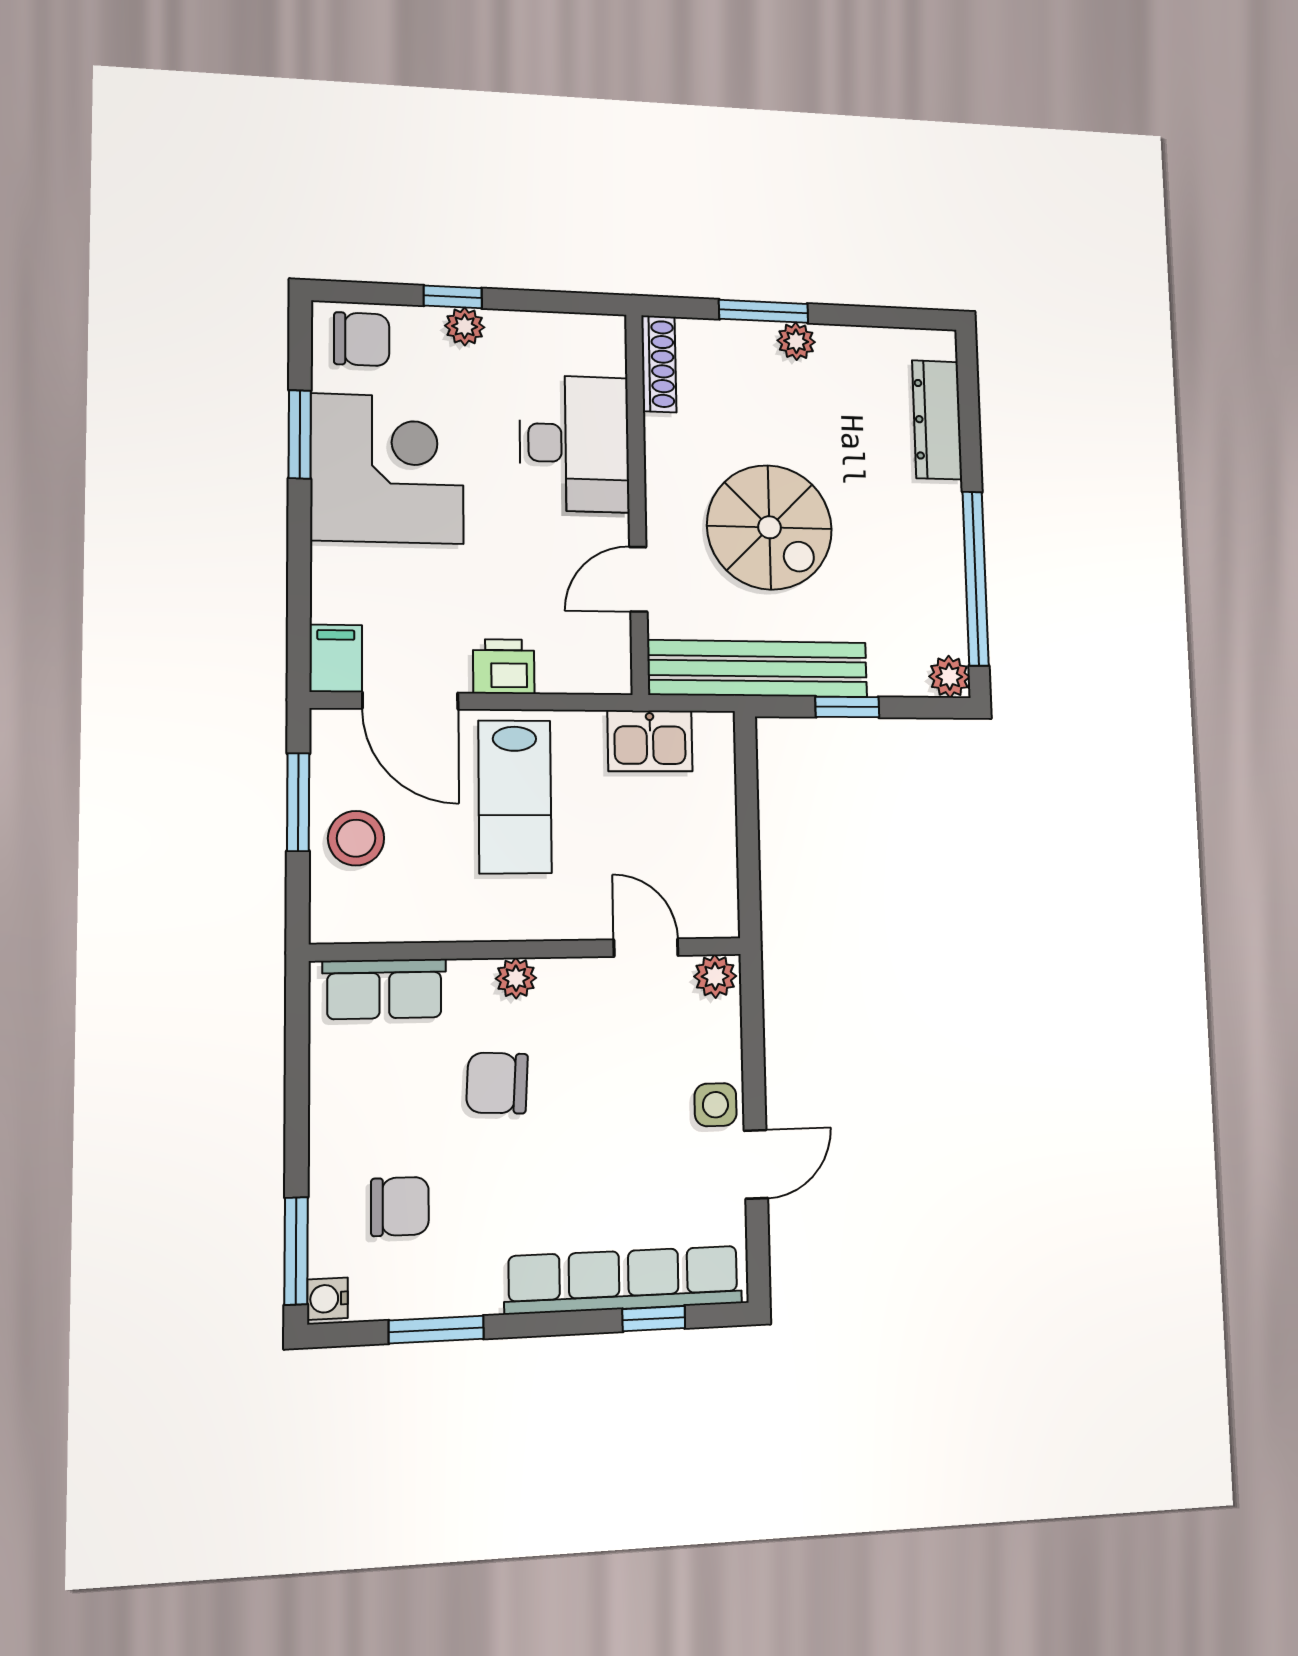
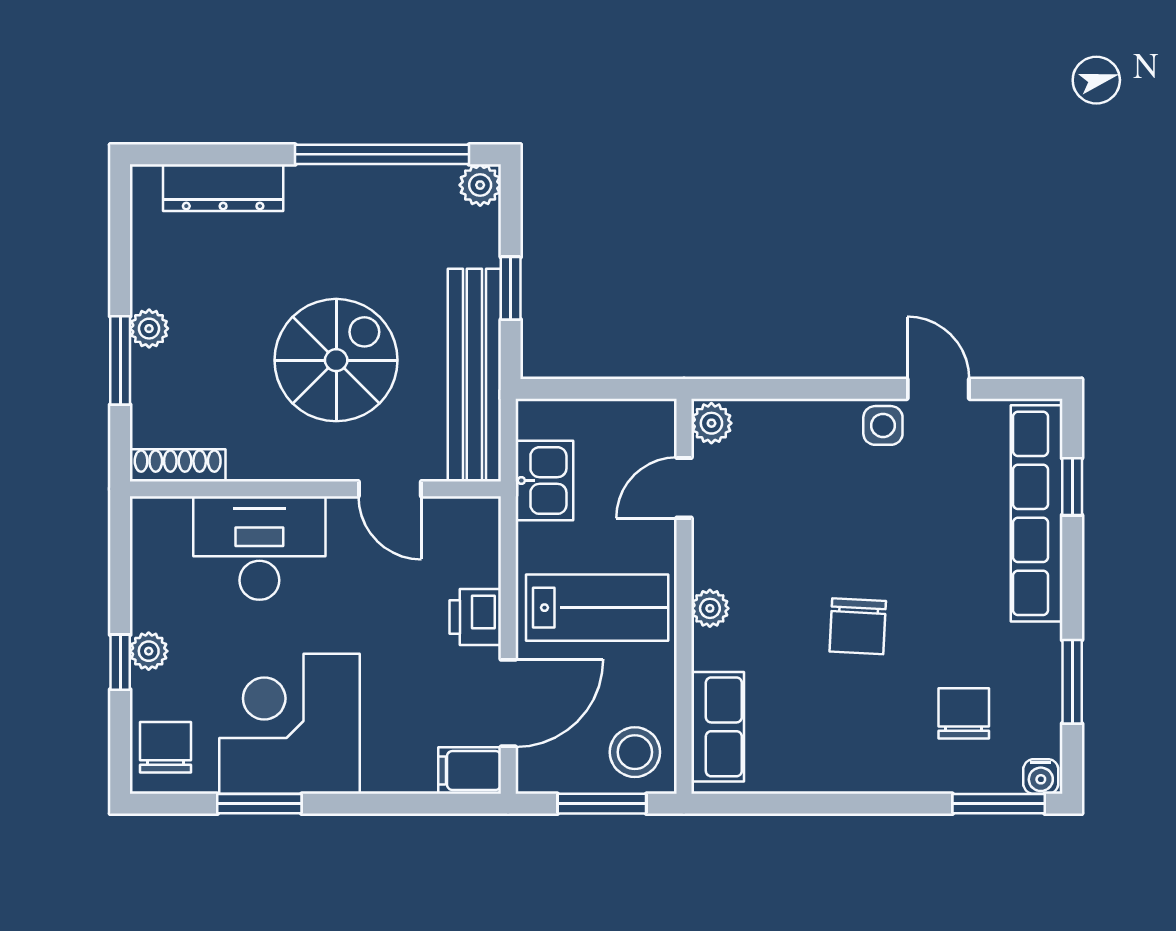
door: (646, 948) -> (684, 488), moved
wall: (529, 949) -> (684, 596), moved
plant: (715, 976) -> (711, 423), moved
plant: (516, 978) -> (710, 608), moved
row of seats: (384, 989) -> (718, 727), moved

